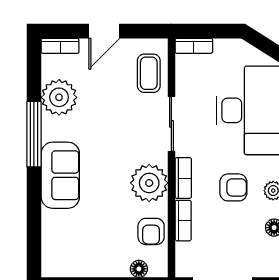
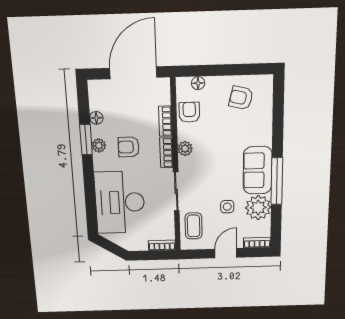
side table: (102, 100) -> (227, 207), added
sofa: (60, 175) -> (258, 170), moved
plant: (149, 183) -> (185, 149), width x0.53, depth x0.53
armchair: (83, 248) -> (241, 98), added

